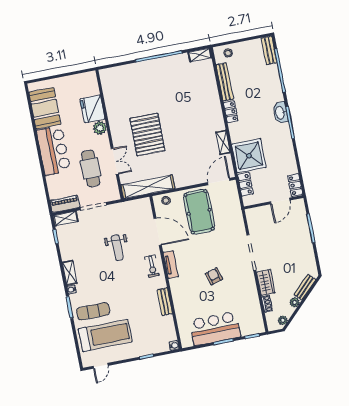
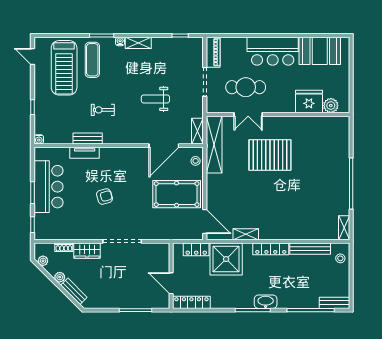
locker: (231, 112) -> (271, 249), width x1.53
plant: (100, 128) -> (331, 106), moved
locker: (295, 185) -> (191, 302), width x1.53
shelving: (66, 218) -> (197, 131), moved
tv unit: (171, 265) -> (85, 153), moved
exercise bike: (152, 266) -> (103, 110), moved

